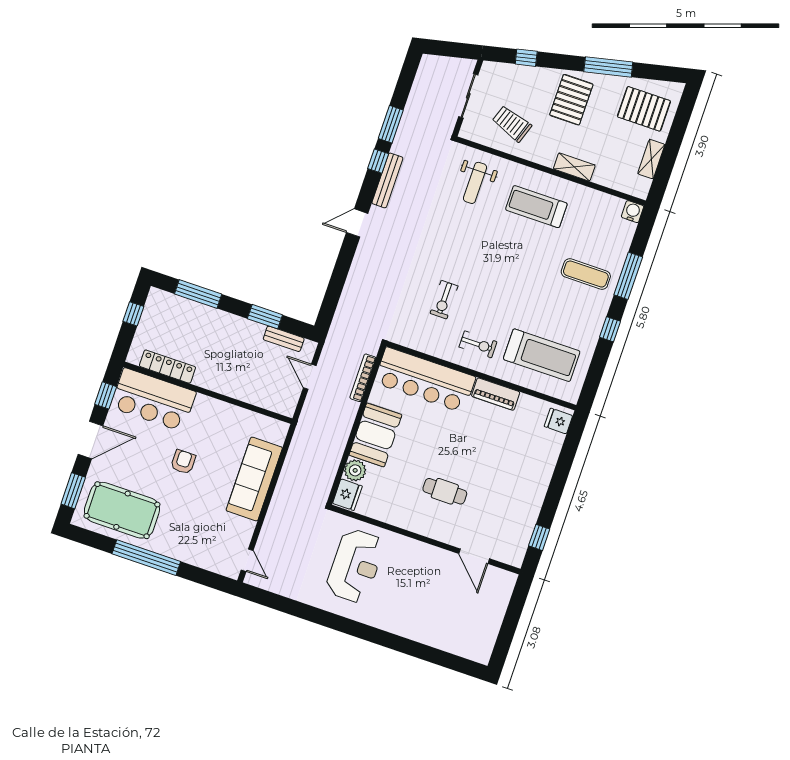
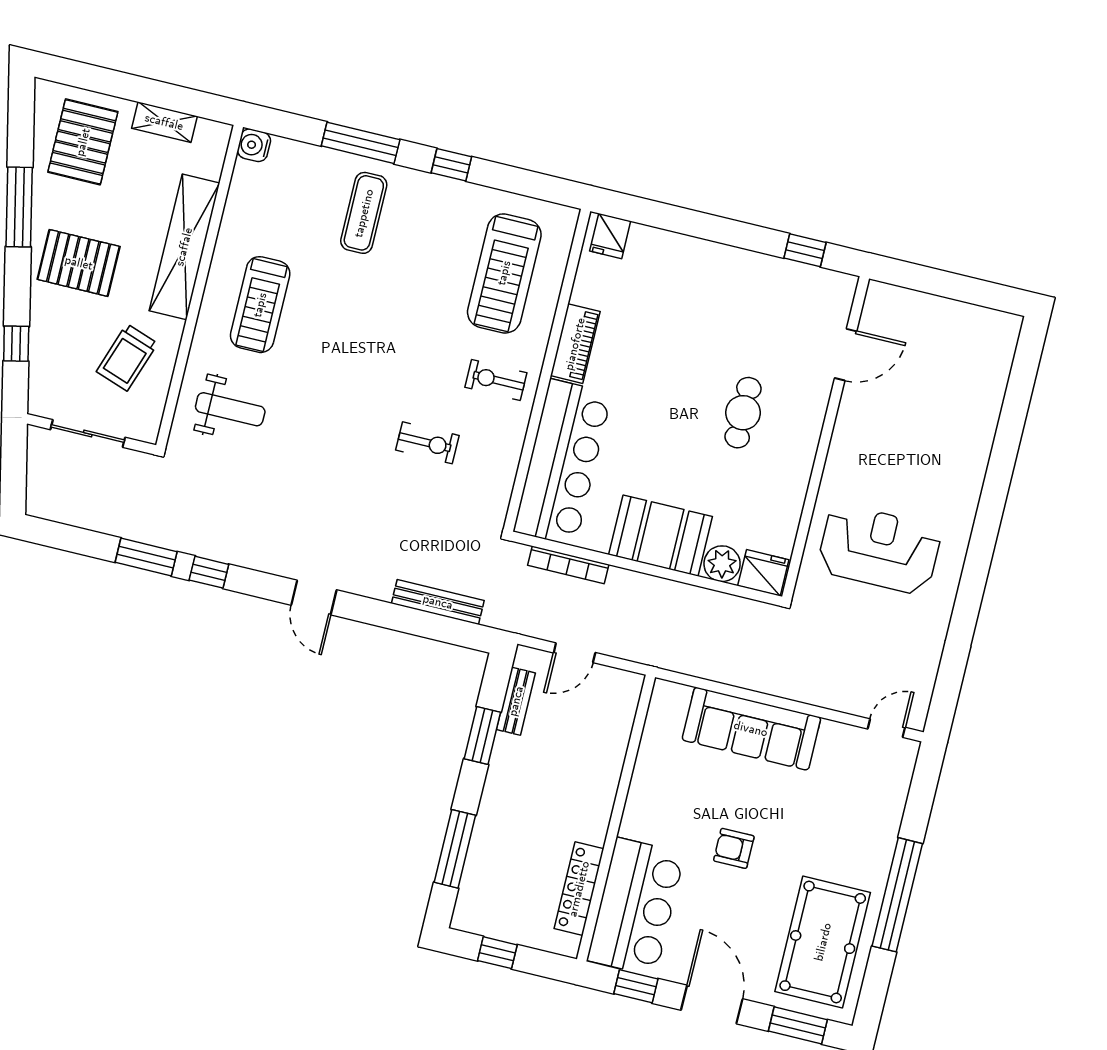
shelving: (574, 167) -> (184, 247), width x2.20, depth x1.33
bench: (387, 180) -> (438, 602), moved
exercise bike: (478, 344) -> (496, 380), turned -90
treadmill: (542, 355) -> (504, 273), turned 180

